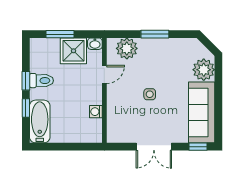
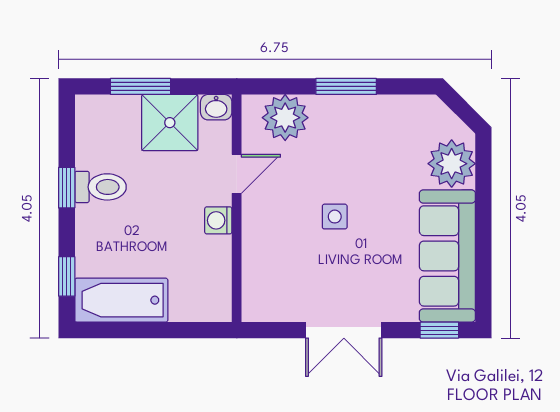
window: (26, 108) -> (67, 276), moved
washing machine: (96, 112) -> (218, 220), moved
bathtub: (40, 121) -> (121, 300), moved, turned -90

